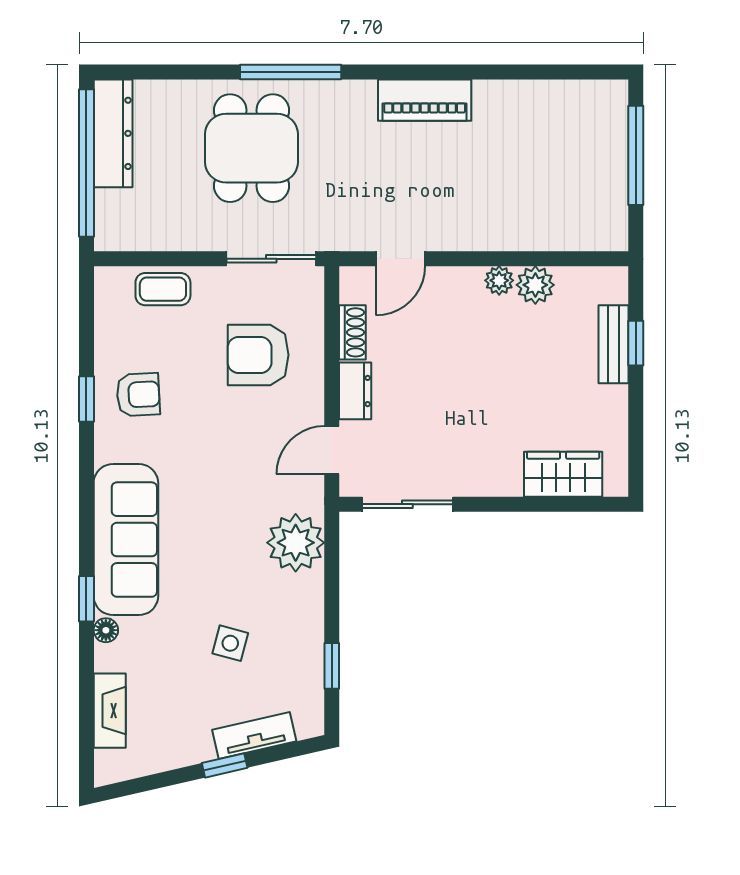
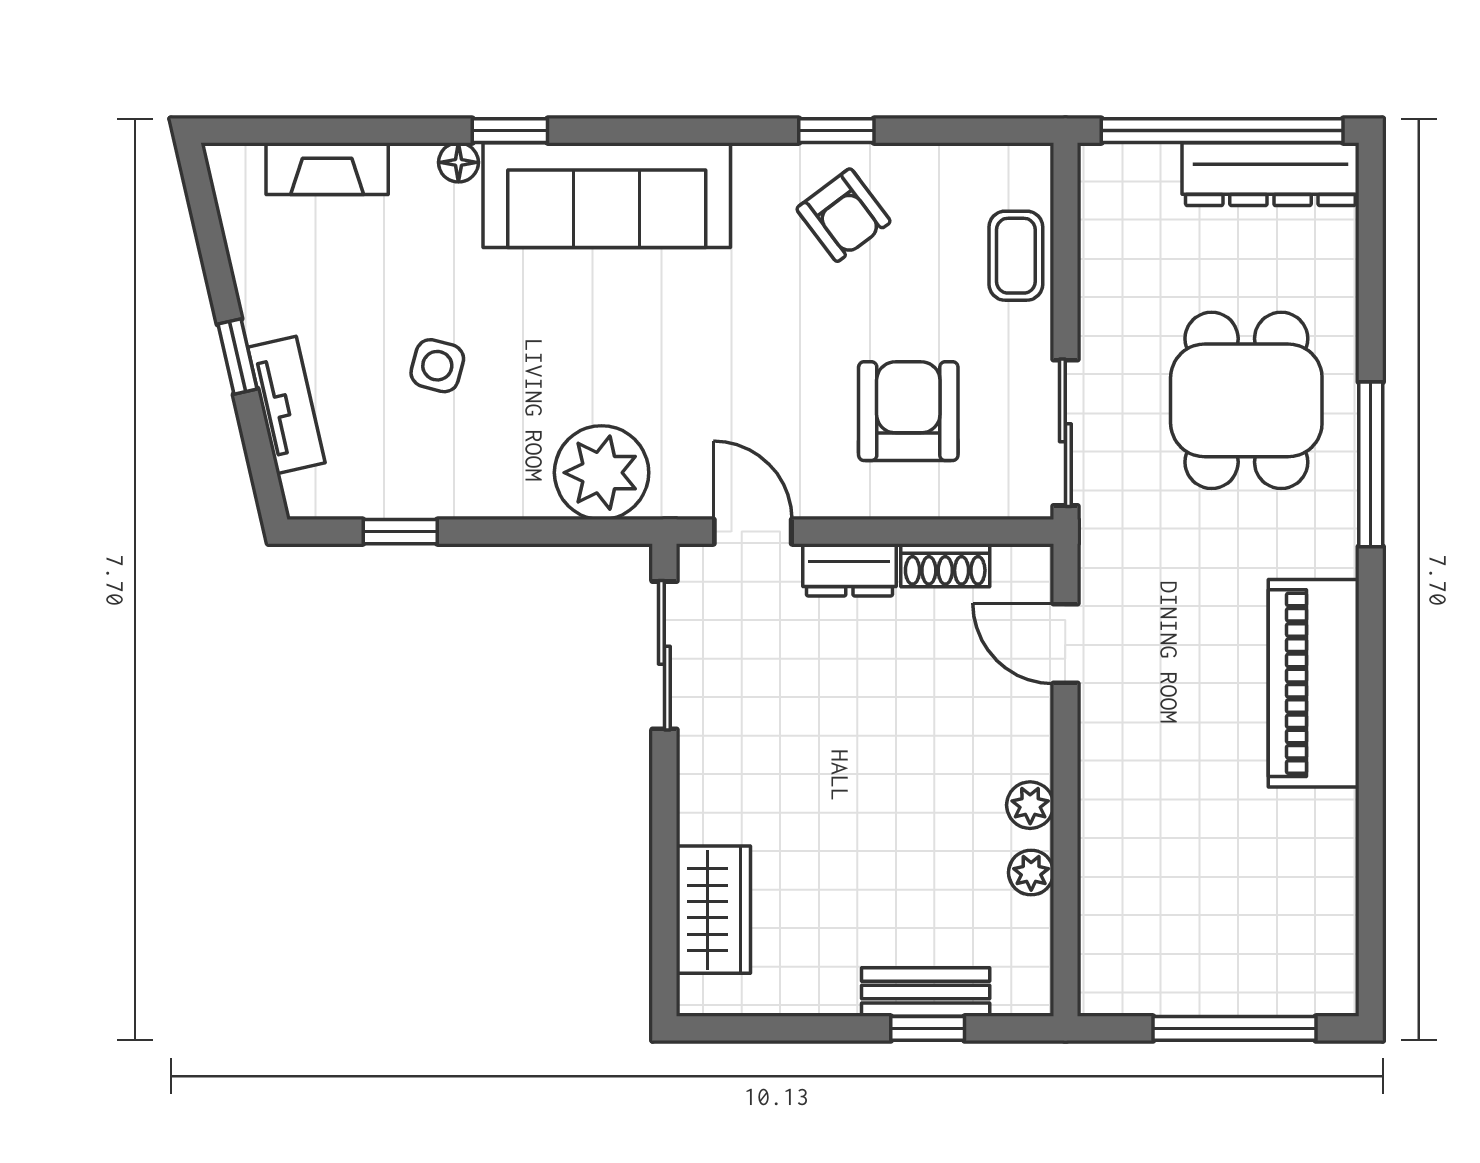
piano: (425, 100) -> (1314, 683), width x1.37, depth x1.33
dining table: (251, 148) -> (1246, 400), turned 90
plant: (535, 285) -> (1031, 873), width x0.73, depth x0.73
armchair: (138, 395) -> (844, 215), turned -34

